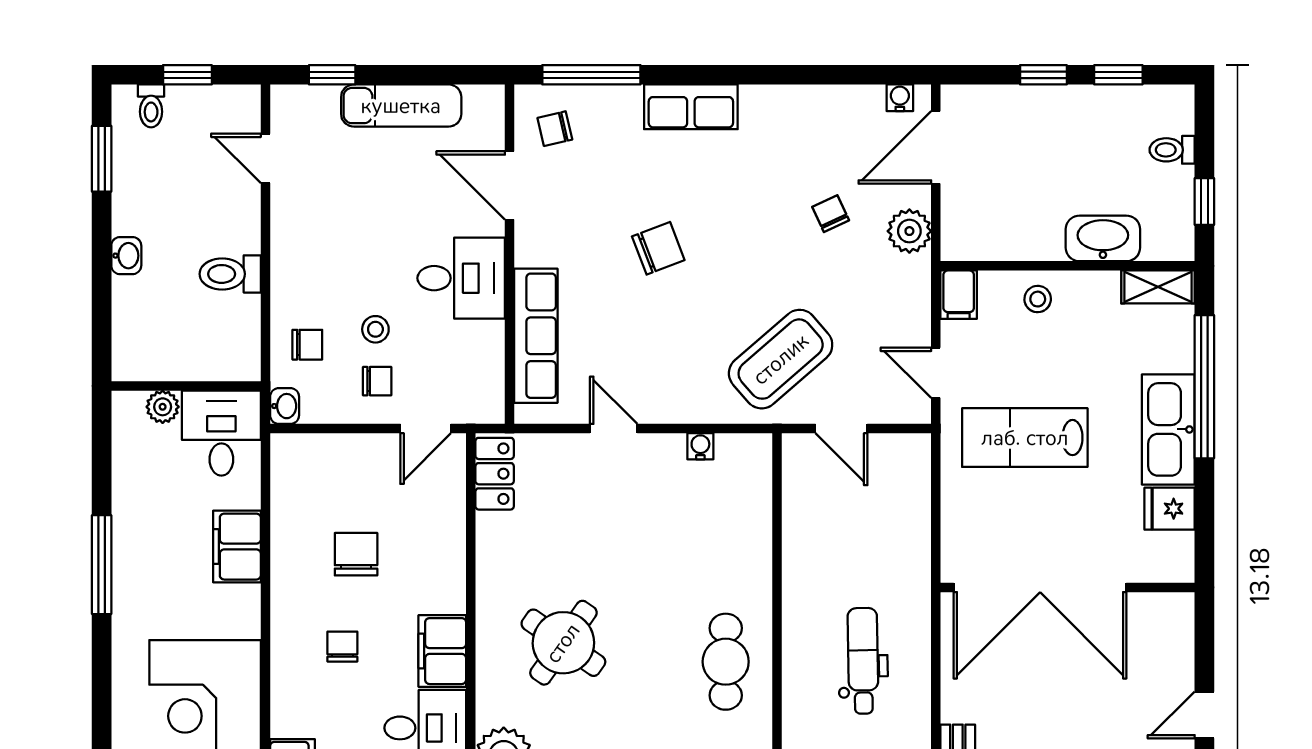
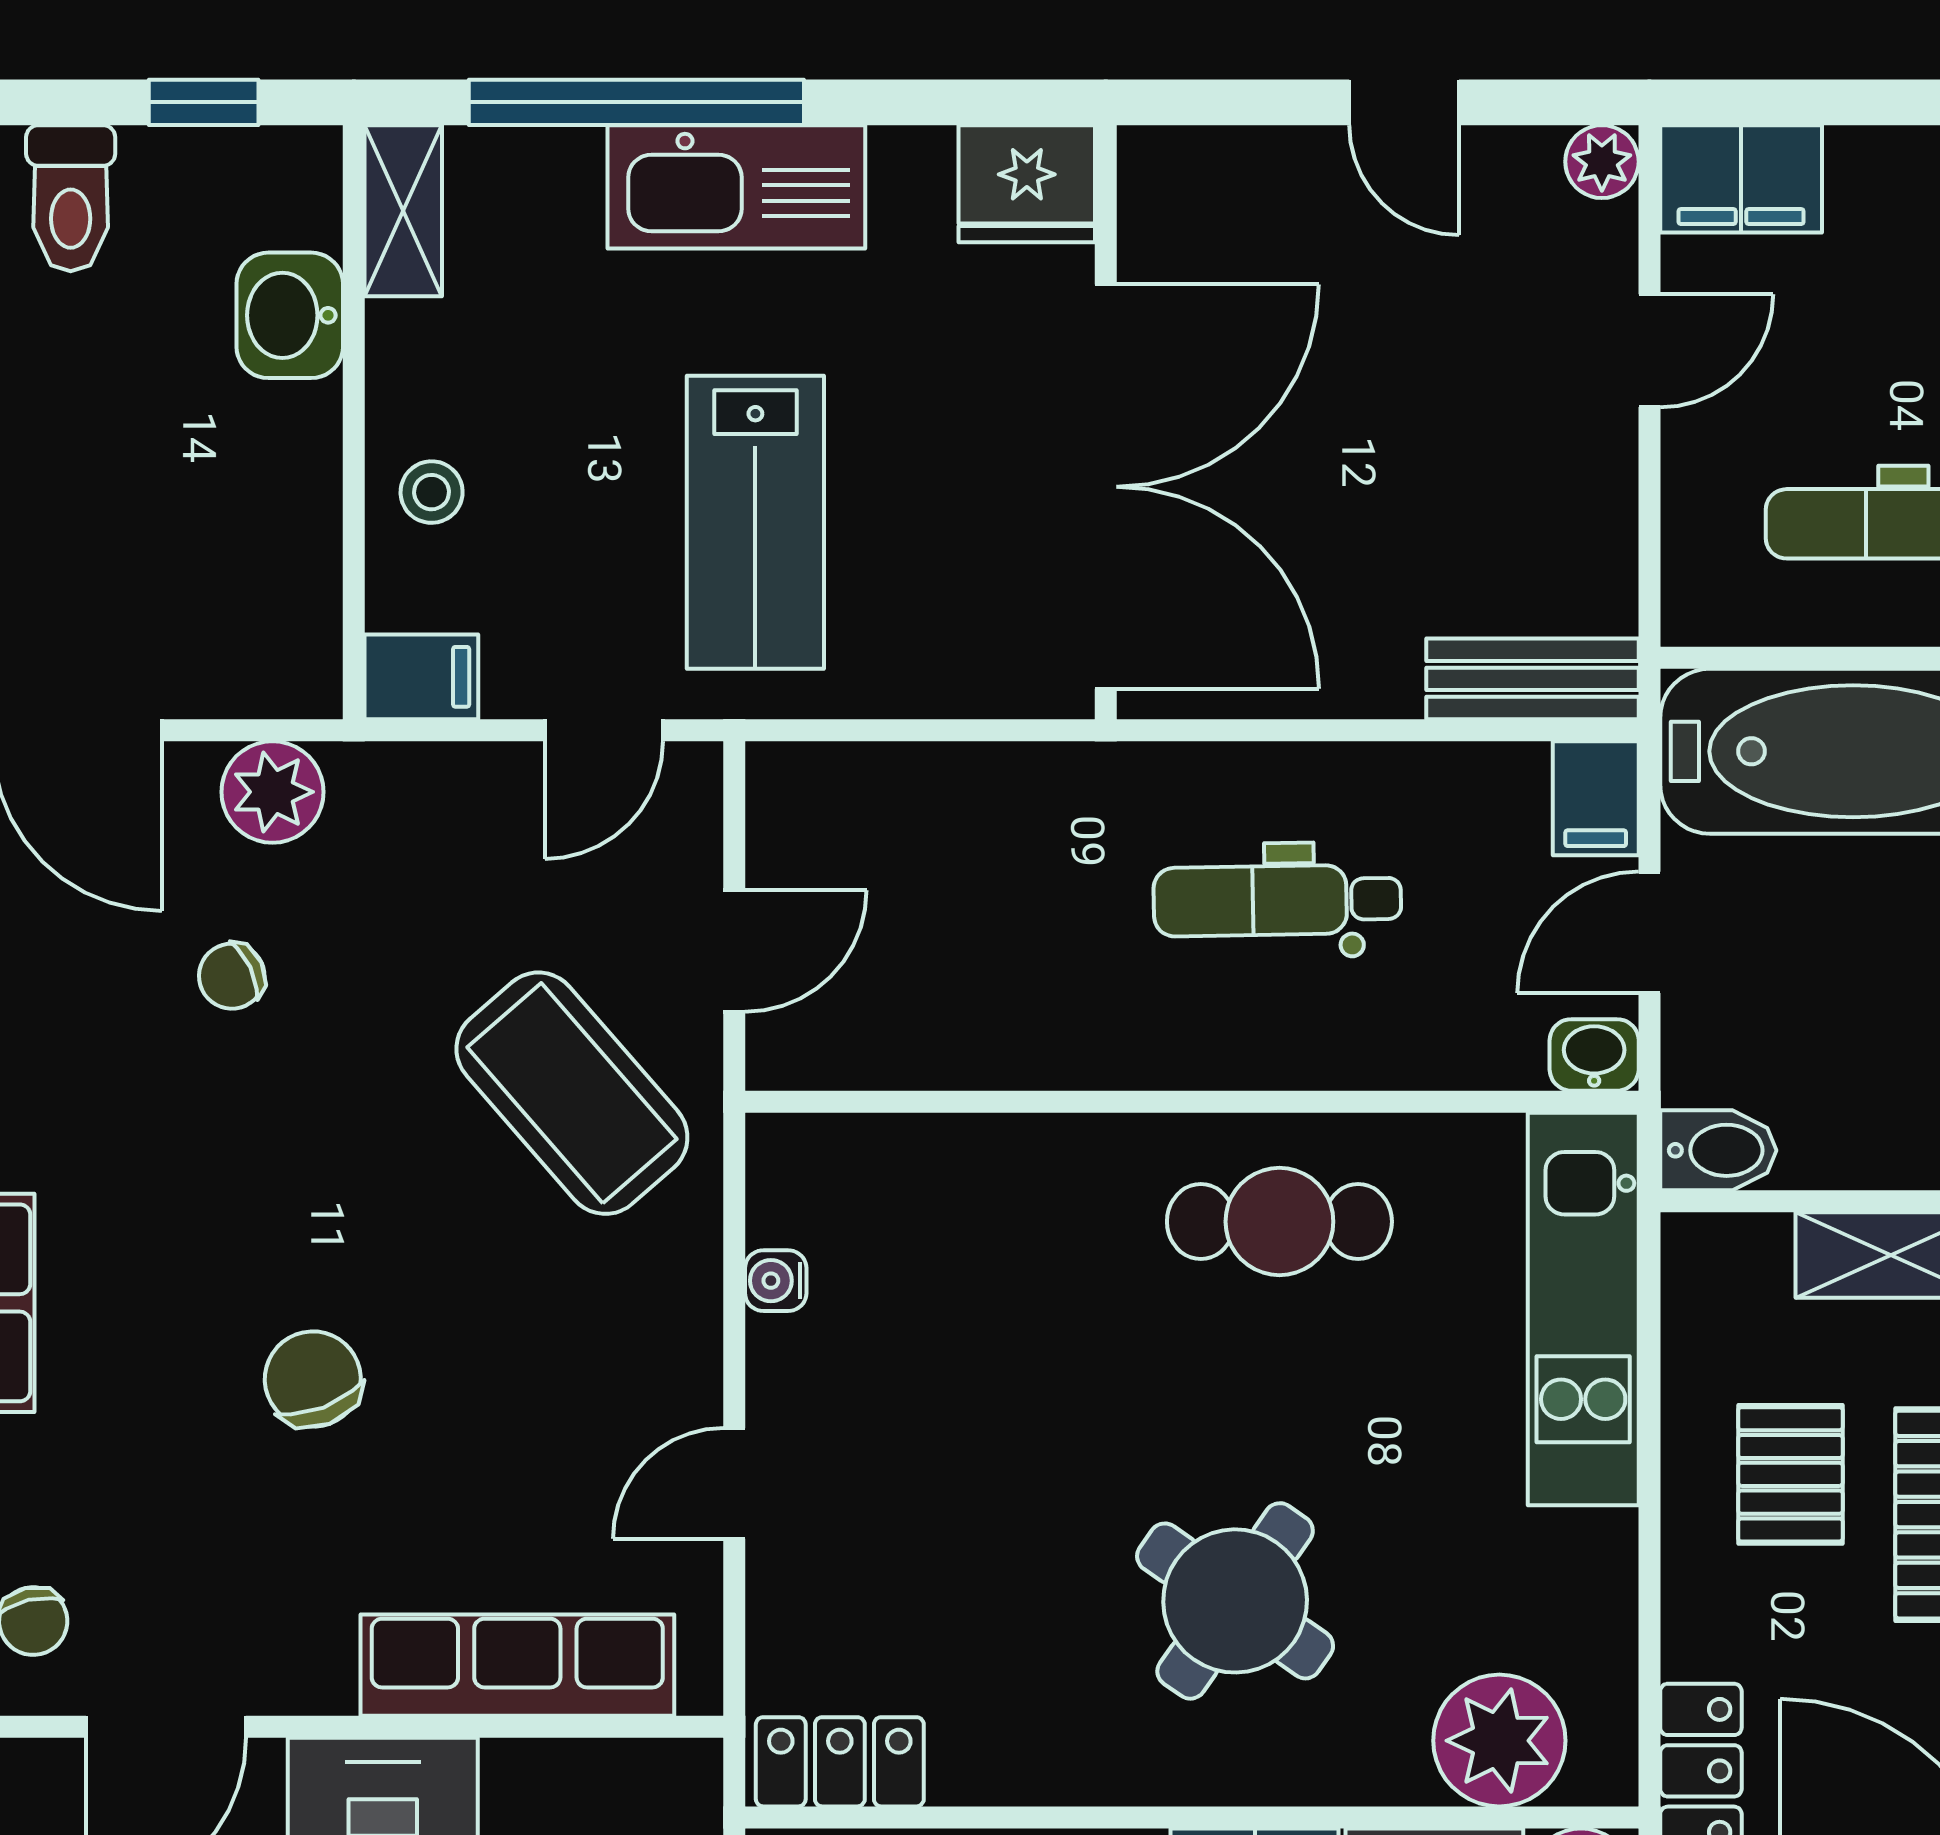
toilet: (1172, 150) -> (71, 198), width x1.37, depth x1.39
washbasin: (1103, 238) -> (290, 315), width x0.72
fridge: (1170, 509) -> (1027, 184), moved, width x1.38

